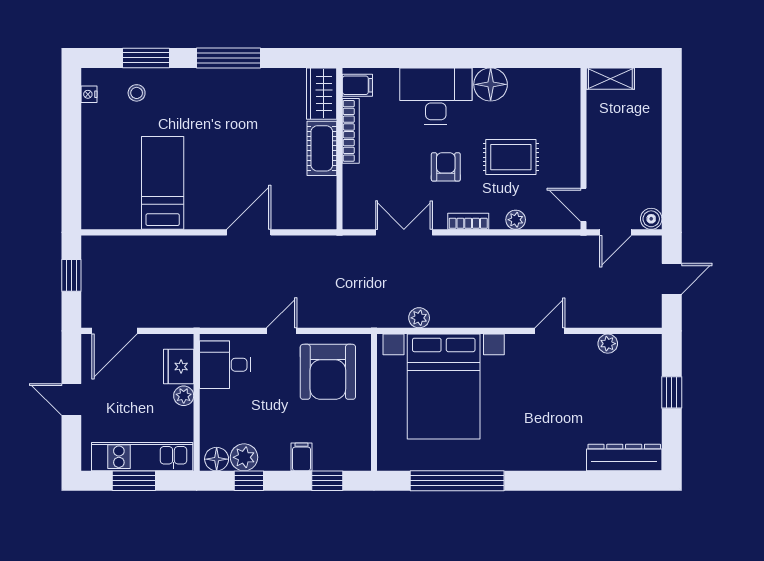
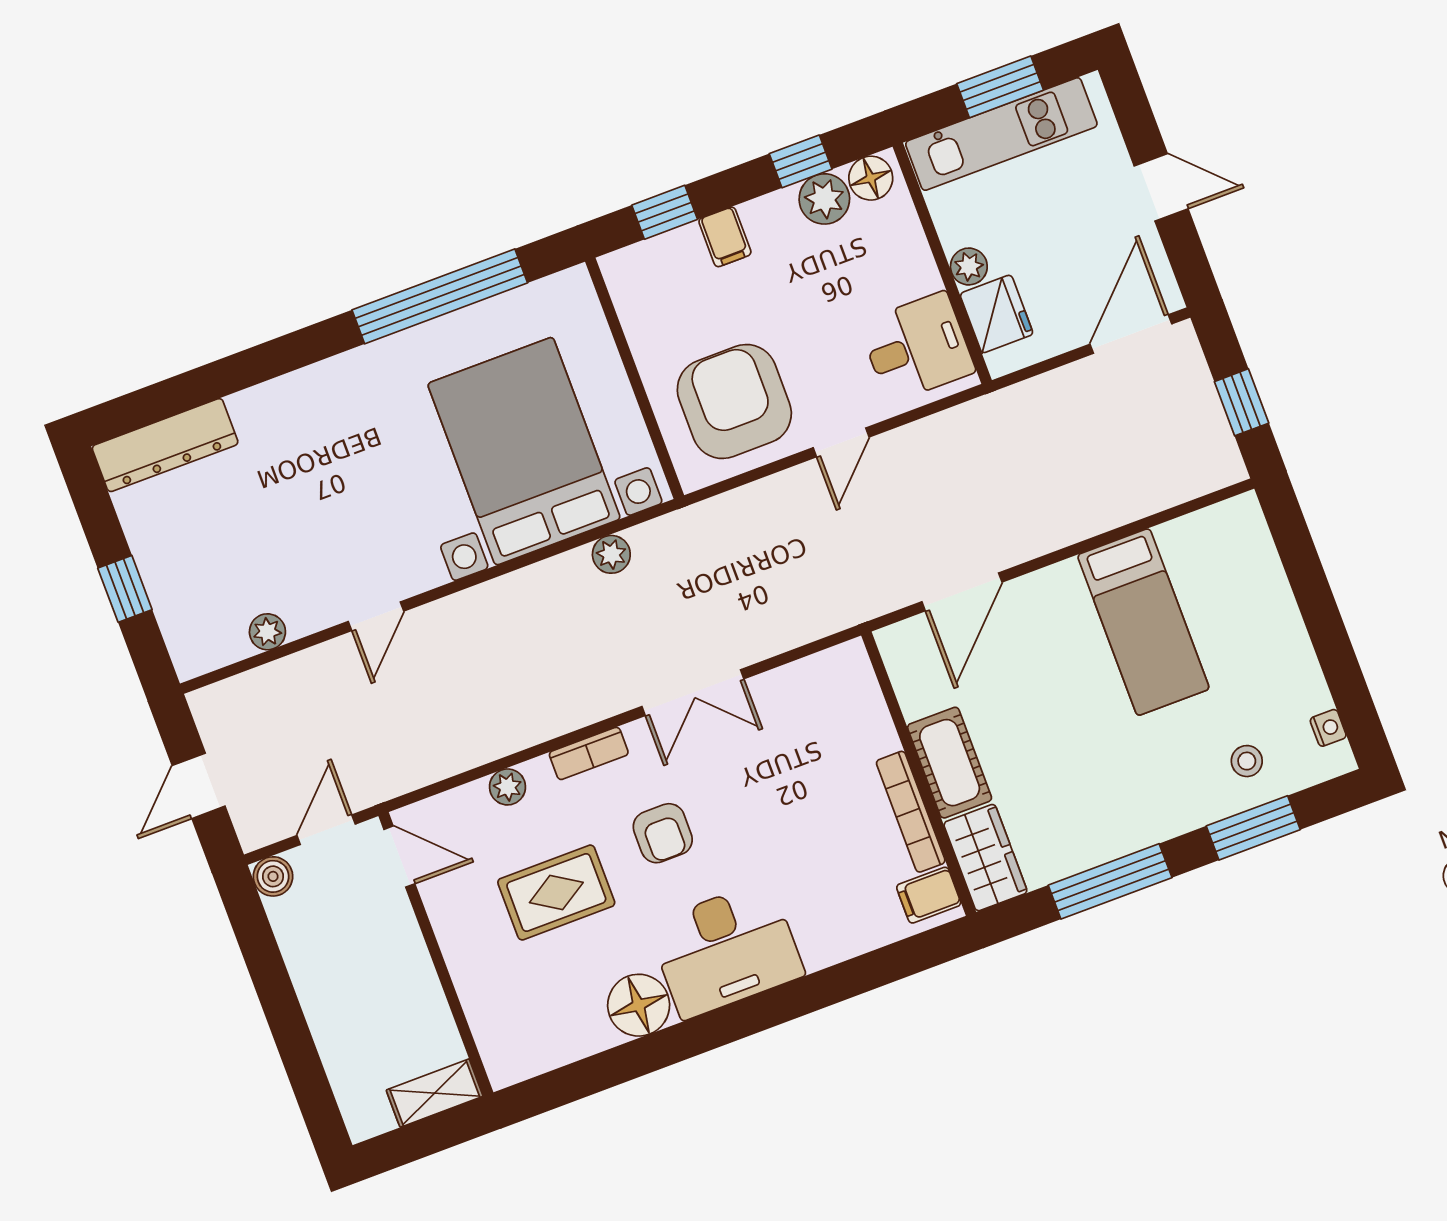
filing cabinet: (357, 85) -> (929, 895), moved
wardrobe: (322, 94) -> (985, 858), moved
bookcase: (351, 131) -> (911, 812), moved
cot: (322, 148) -> (950, 763), moved
wall: (339, 149) -> (919, 774), moved

